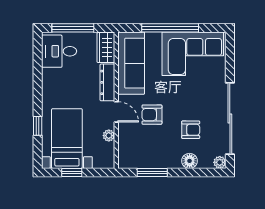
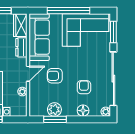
window: (230, 56) -> (113, 32), added
dresser: (107, 82) -> (21, 47), width x0.70
door: (116, 112) -> (28, 74), hinge flipped
armchair: (191, 130) -> (84, 87), turned -90
plant: (151, 159) -> (54, 109), added

